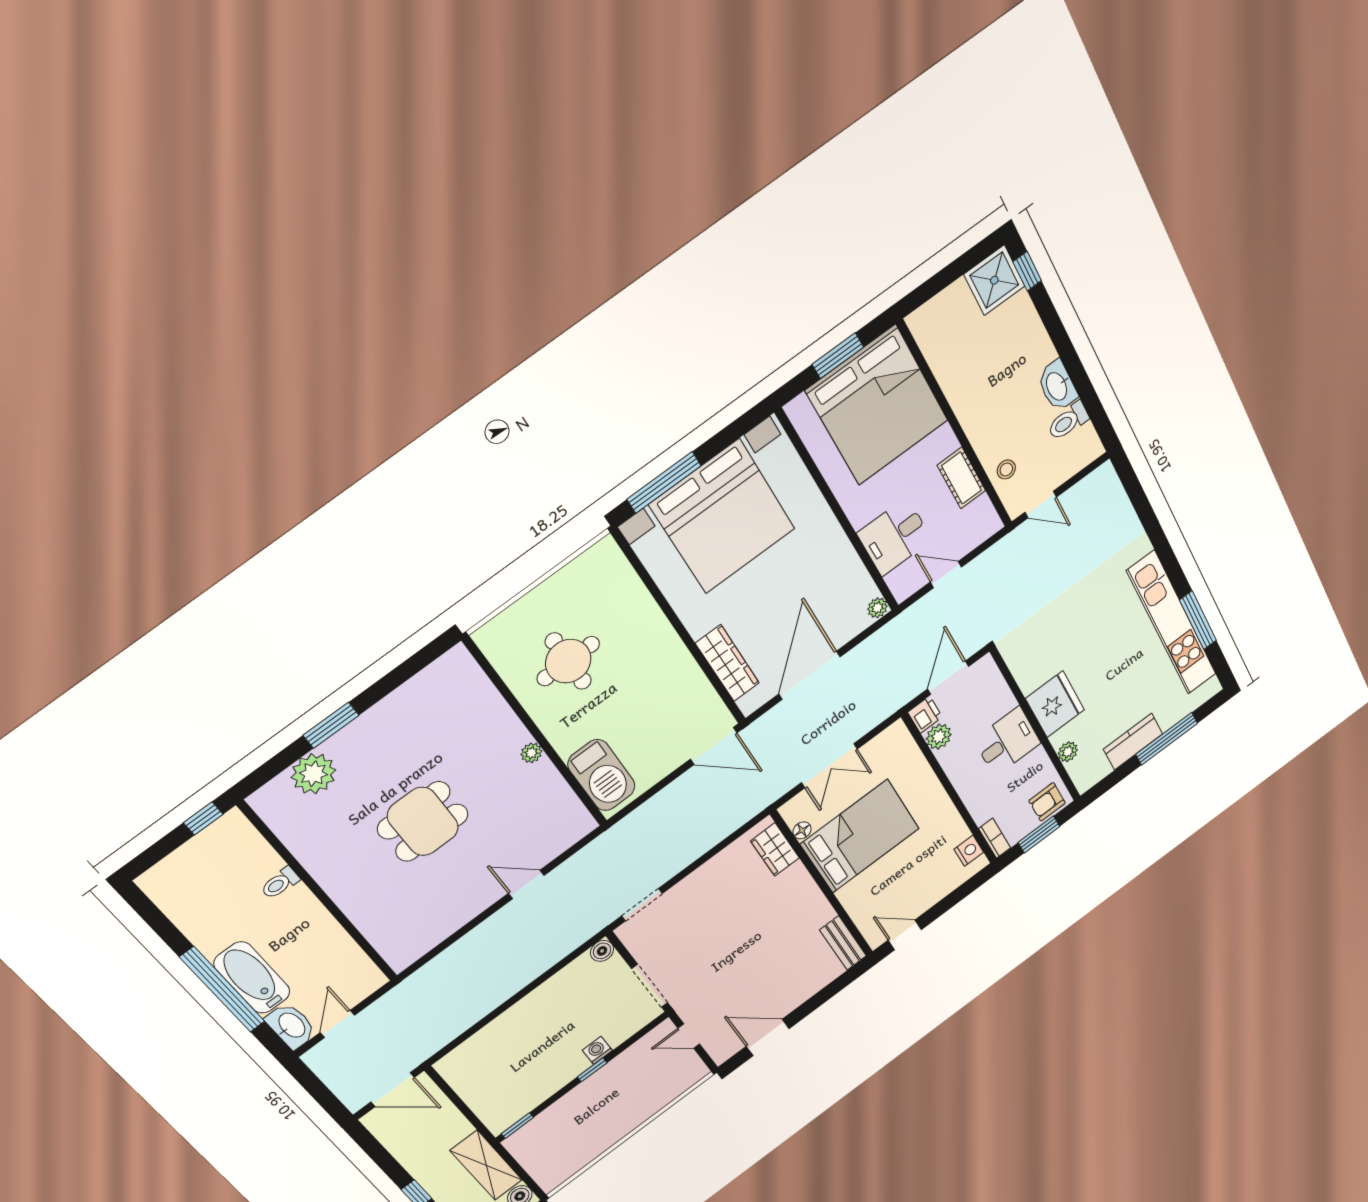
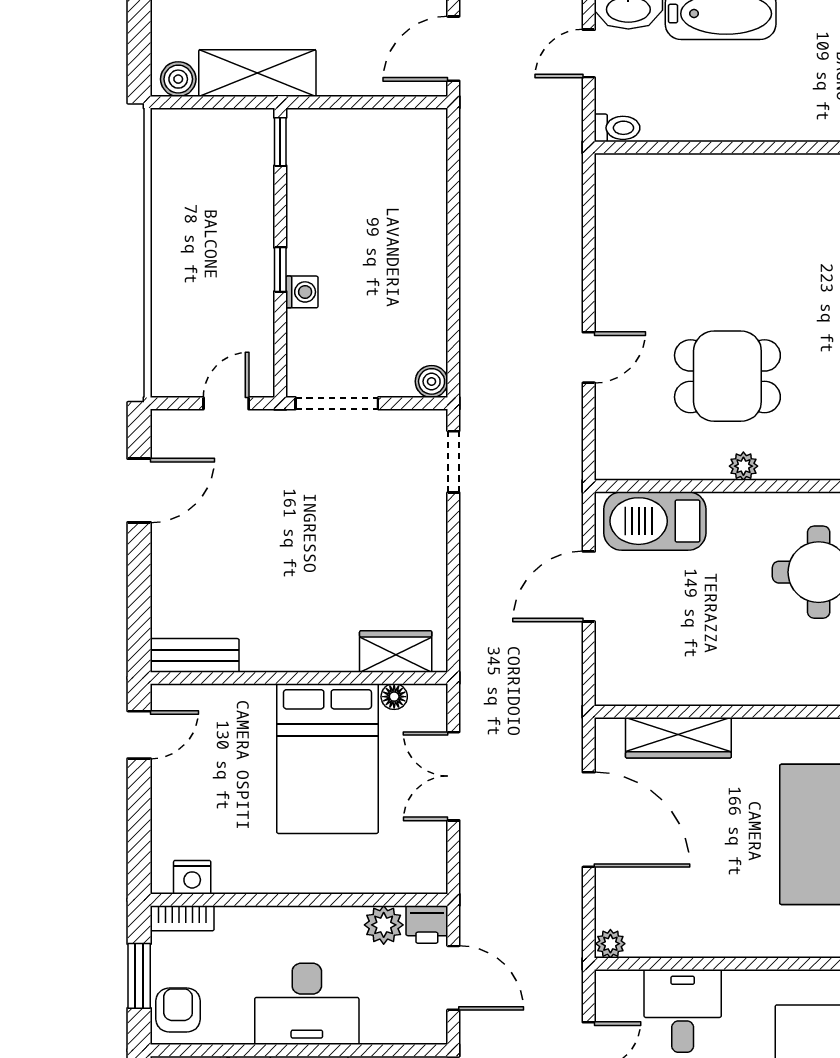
desk: (1007, 741) -> (307, 1004), width x1.37
door: (714, 746) -> (589, 586), moved
dining table: (423, 822) -> (727, 376), moved, turned 90
toilet: (280, 883) -> (617, 128), moved, turned 90
door: (337, 1024) -> (589, 54), swing flipped

